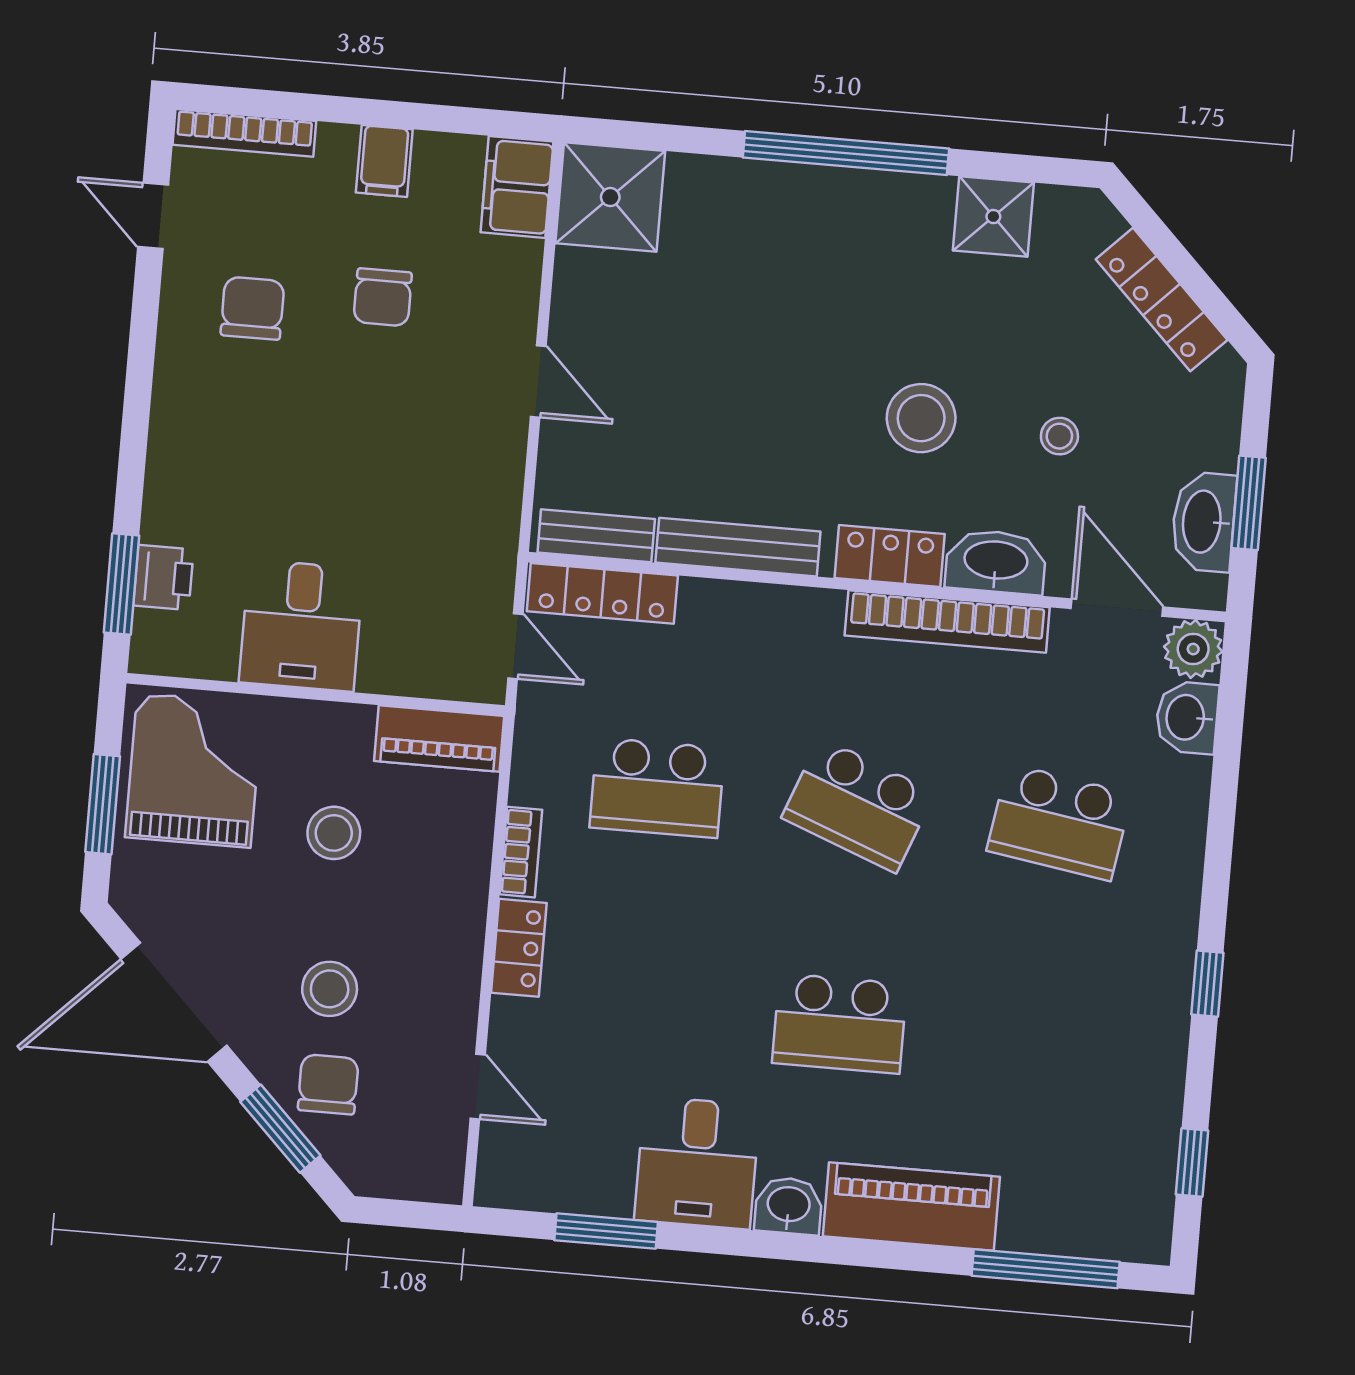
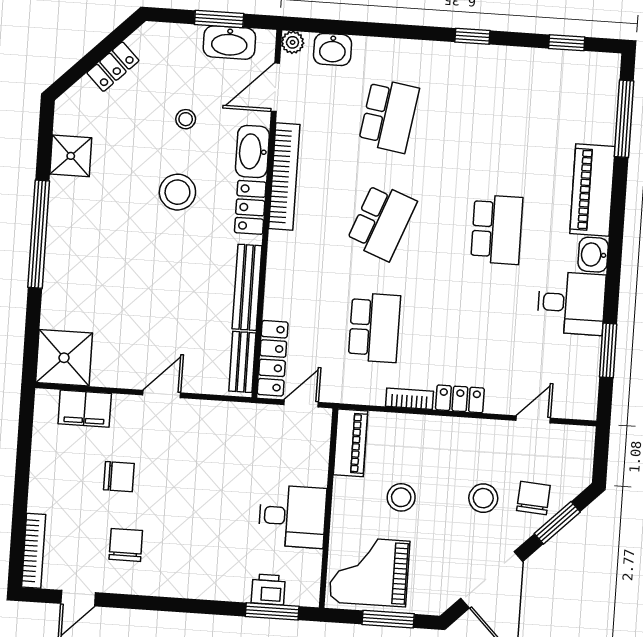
filing cabinet: (384, 161) -> (47, 477), removed
filing cabinet: (517, 187) -> (85, 409), moved
locker: (1162, 300) -> (113, 67), width x0.66
chair: (252, 308) -> (126, 545), turned 90
plant: (1193, 649) -> (293, 42), width x0.73, depth x0.73
chair: (328, 1084) -> (533, 498), turned 94

